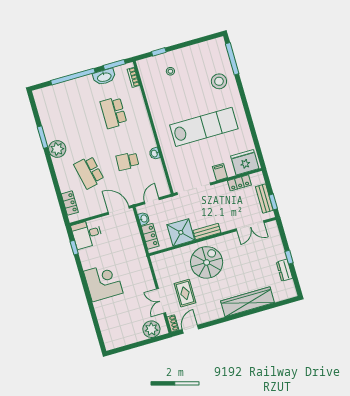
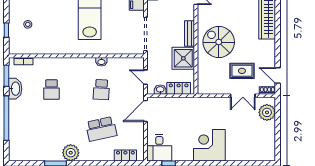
school desk: (113, 113) -> (51, 90), width x0.54

